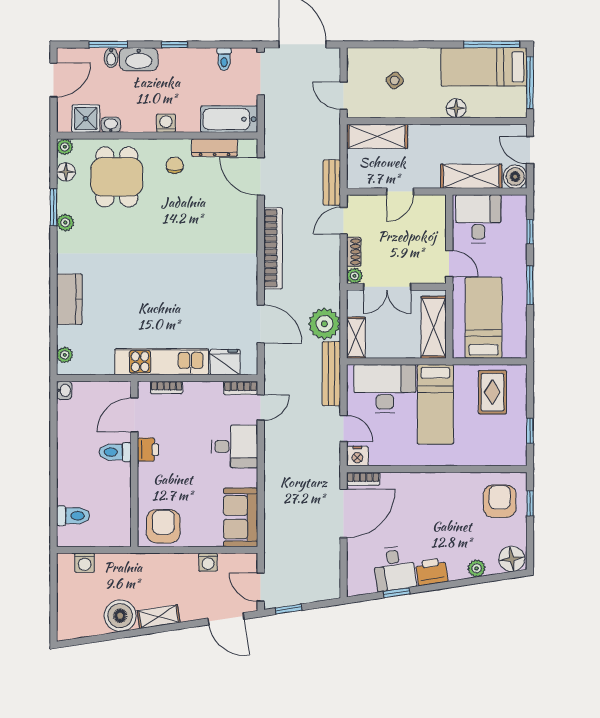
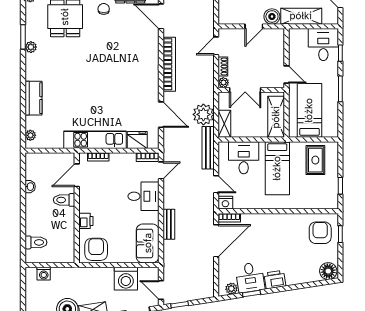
floor lamp: (66, 172) -> (31, 13), removed
boiler: (515, 177) -> (272, 16), moved
bench: (332, 183) -> (169, 224), moved
desk: (478, 219) -> (323, 45), moved
desk: (385, 389) -> (244, 158), width x0.73
washbasin: (64, 390) -> (30, 187), moved
printer: (148, 450) -> (86, 221), moved
washing machine: (208, 562) -> (126, 279), width x1.89, depth x1.89
plant: (477, 568) -> (231, 289), moved

